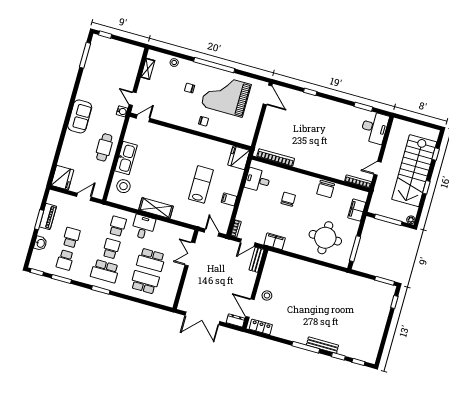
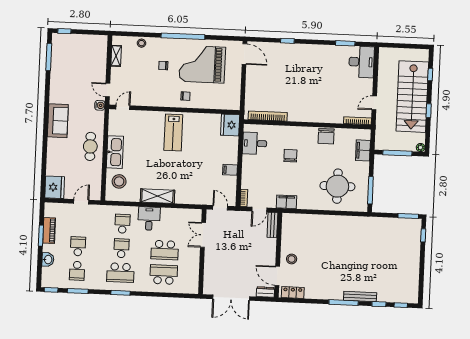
lab bench: (201, 184) -> (173, 133), moved, turned 180

